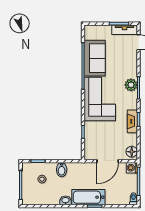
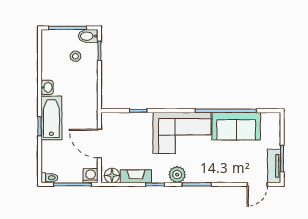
plant: (131, 85) -> (177, 175), moved
fireplace: (132, 121) -> (136, 176), moved
bidet: (62, 170) -> (88, 36), moved

